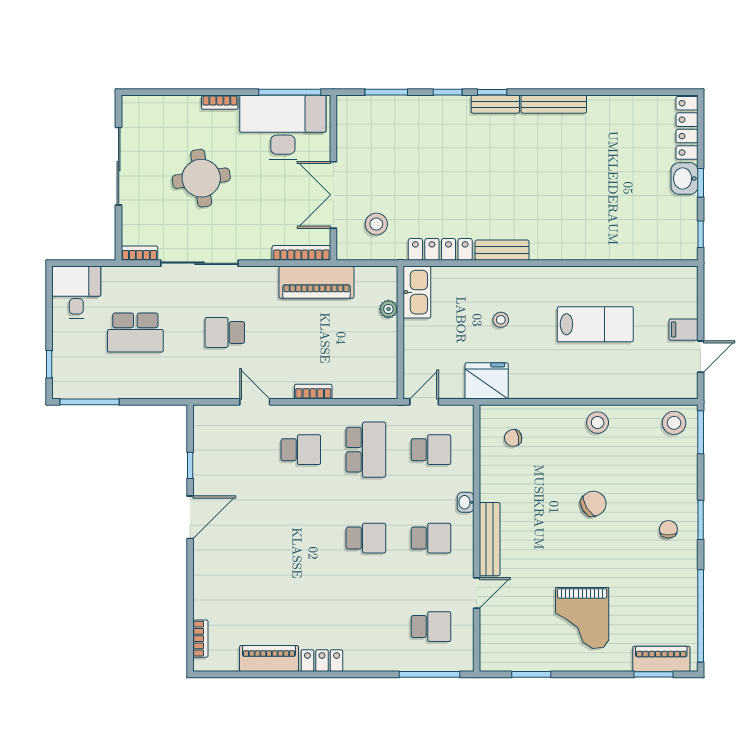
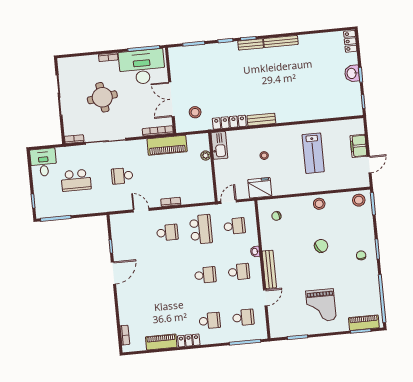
locker: (687, 128) -> (350, 41), width x0.66
lab bench: (595, 324) -> (313, 153), turned 90
filing cabinet: (684, 330) -> (358, 146), width x2.00
school desk: (366, 627) -> (210, 321), added

